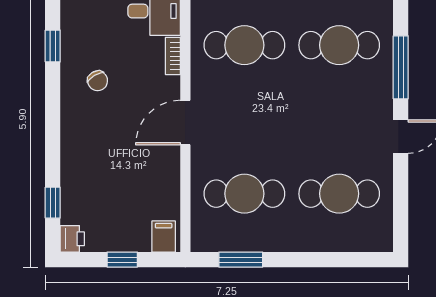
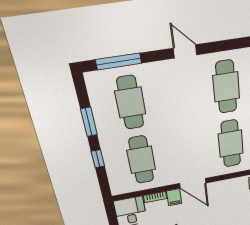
window: (401, 67) -> (119, 62), moved
filing cabinet: (166, 88) -> (174, 197), added

